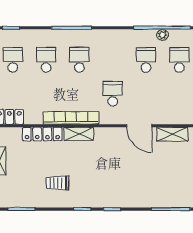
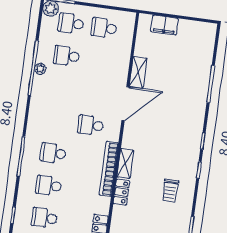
school desk: (146, 60) -> (62, 88), removed
door: (139, 126) -> (125, 104), width x1.36
locker: (42, 134) -> (121, 192), width x0.66

